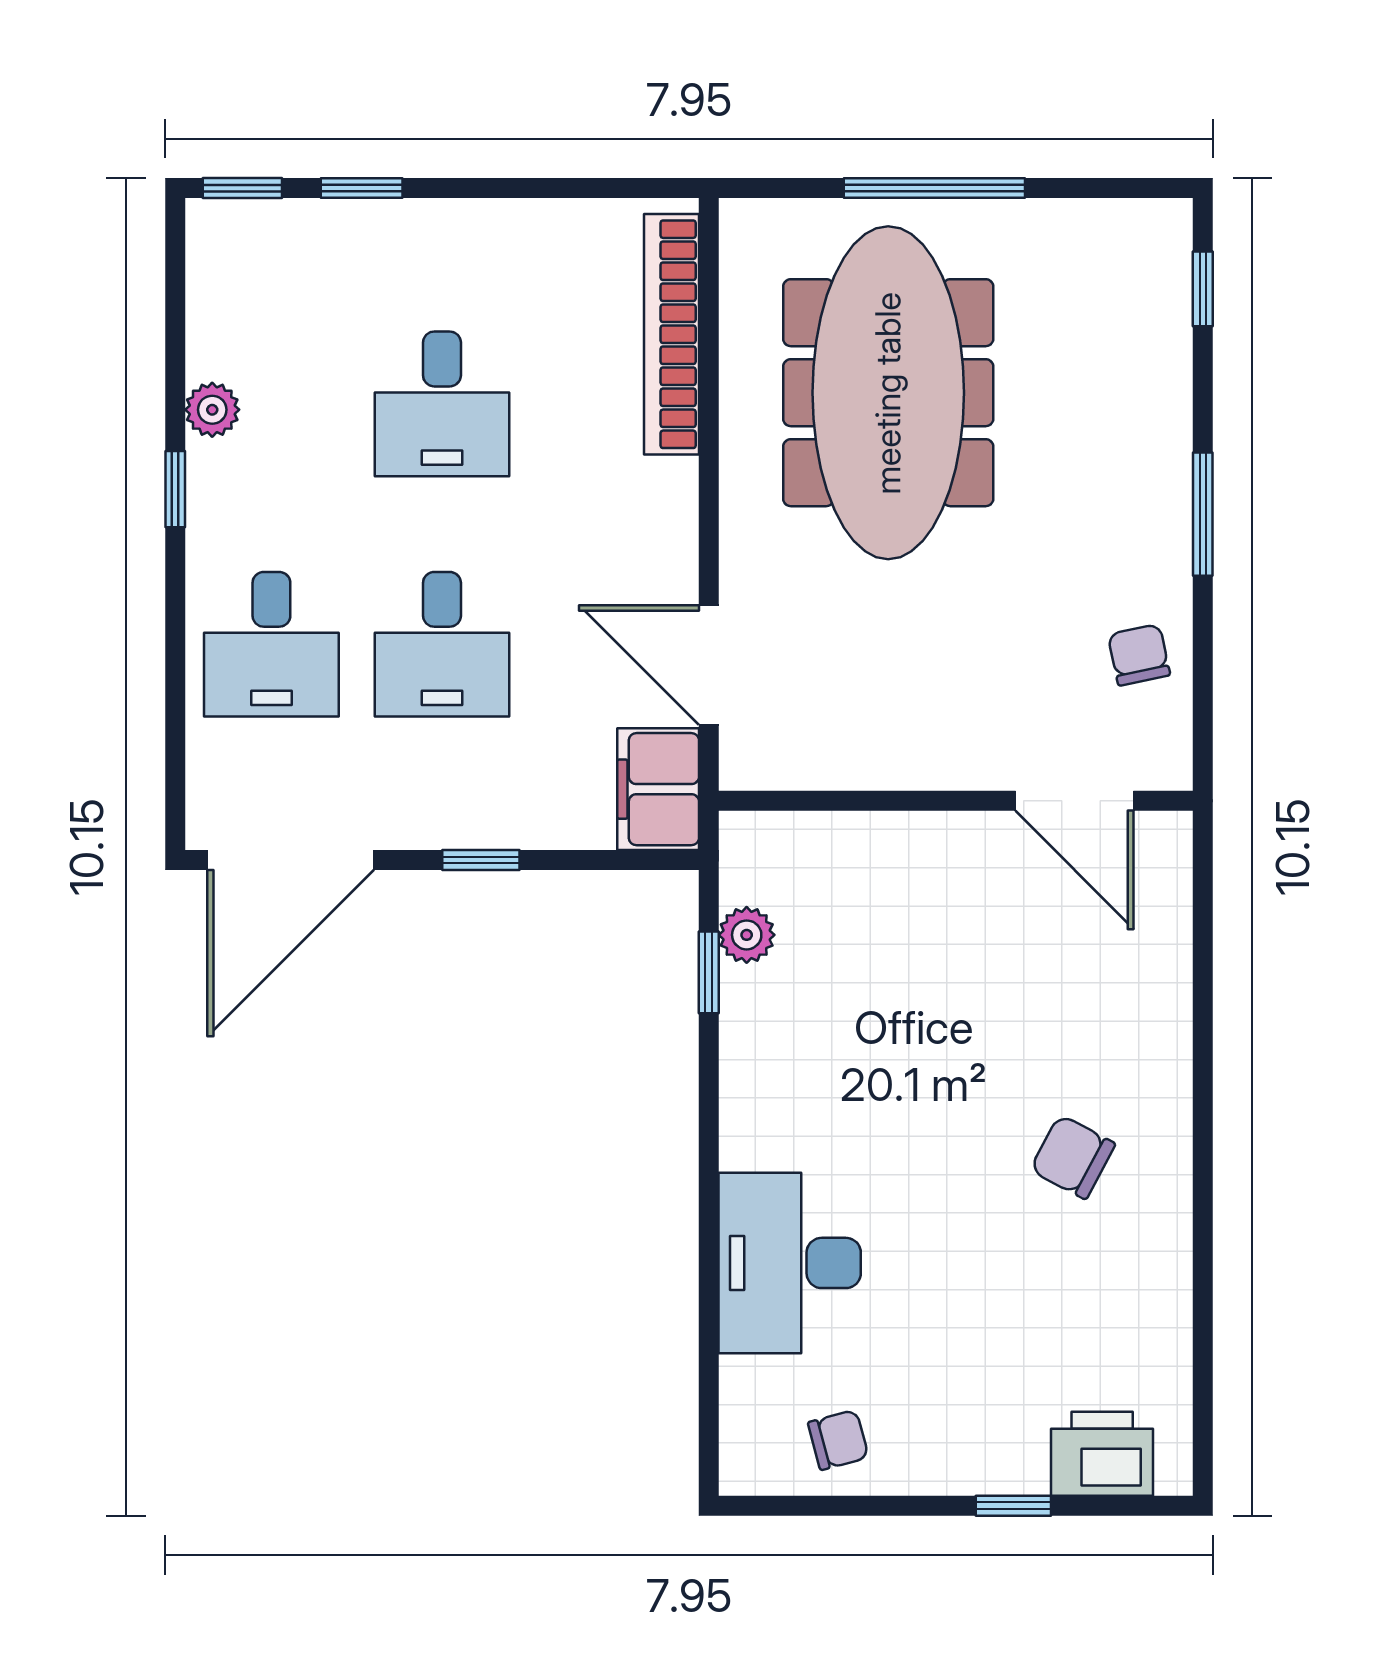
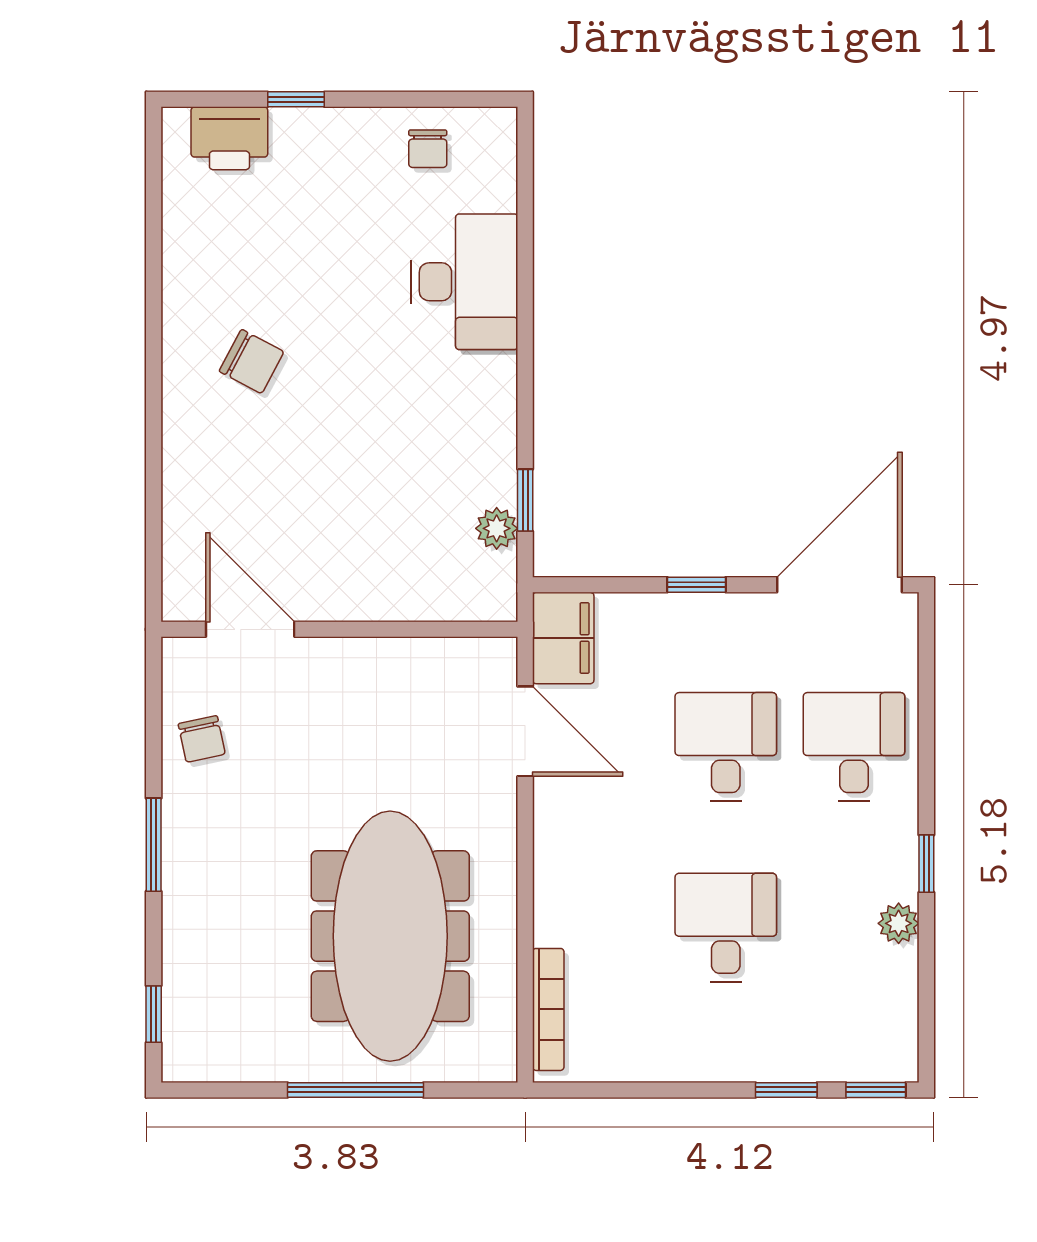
bookcase: (672, 334) -> (548, 1009), width x0.68, depth x0.76
chair: (838, 1440) -> (428, 149), turned -75

